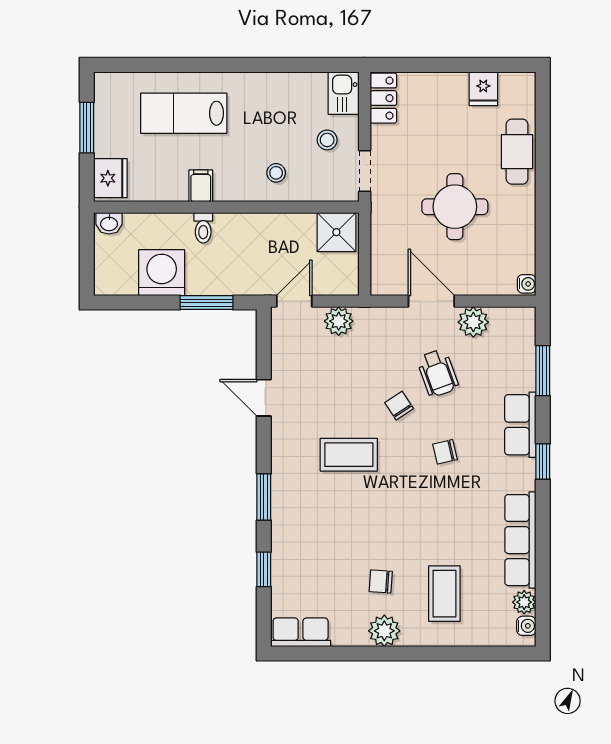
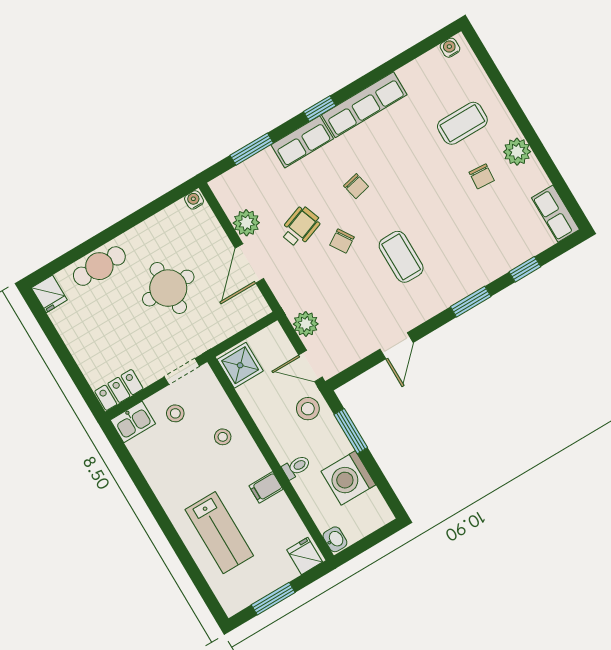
fridge: (483, 89) -> (49, 294), moved, turned 90
fridge: (110, 178) -> (305, 556), width x0.72
stool: (254, 273) -> (308, 409), added
row of seats: (520, 540) -> (364, 105), moved
plant: (524, 602) -> (433, 60), removed

